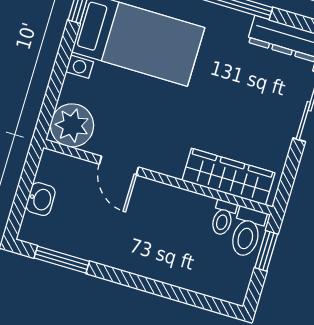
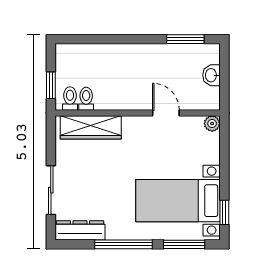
plant: (72, 125) -> (212, 124), width x0.53, depth x0.53
toilet: (247, 232) -> (70, 99), width x0.73, depth x0.72

